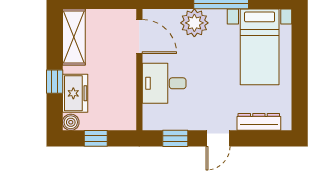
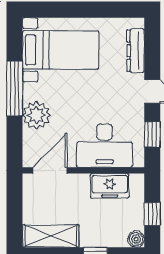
desk: (164, 83) -> (105, 146), width x1.37
freezer: (75, 93) -> (110, 186), moved, turned 180

